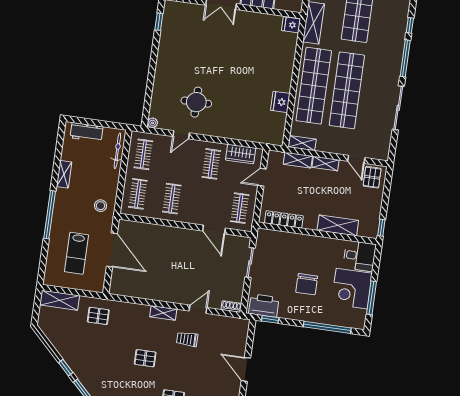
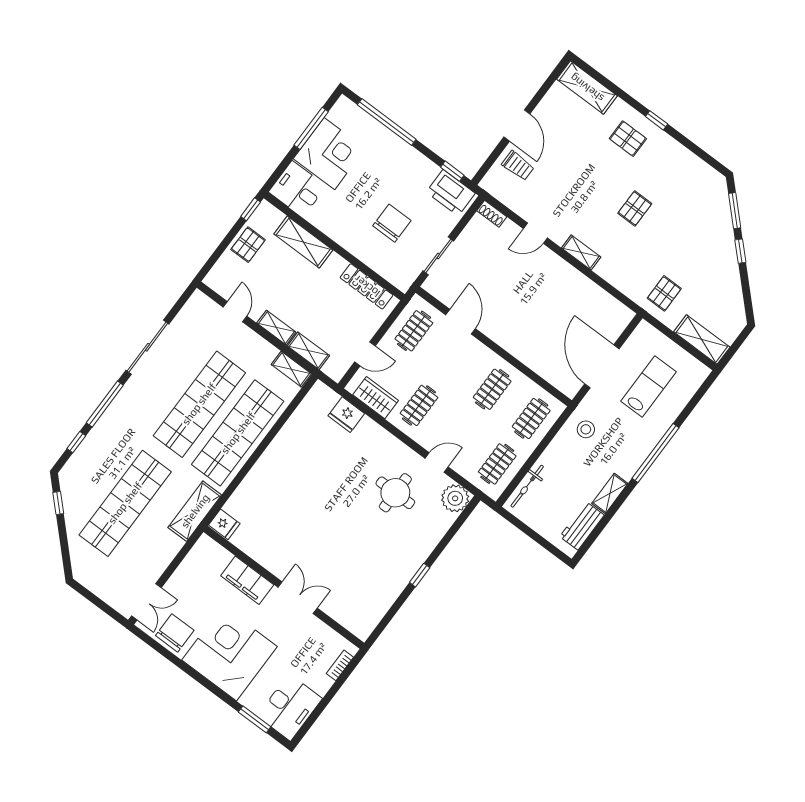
window: (159, 22) -> (420, 575), moved
fridge: (280, 102) -> (346, 415), moved, turned 90
plant: (153, 123) -> (455, 498), width x1.87, depth x1.87
workbench: (87, 132) -> (582, 526), moved, turned -90
pallet: (372, 177) -> (248, 245), moved
chair: (307, 284) -> (392, 223), moved
pallet: (98, 316) -> (664, 293), turned 90
trolley: (187, 339) -> (518, 166), moved
pallet: (145, 358) -> (635, 208), turned 90

